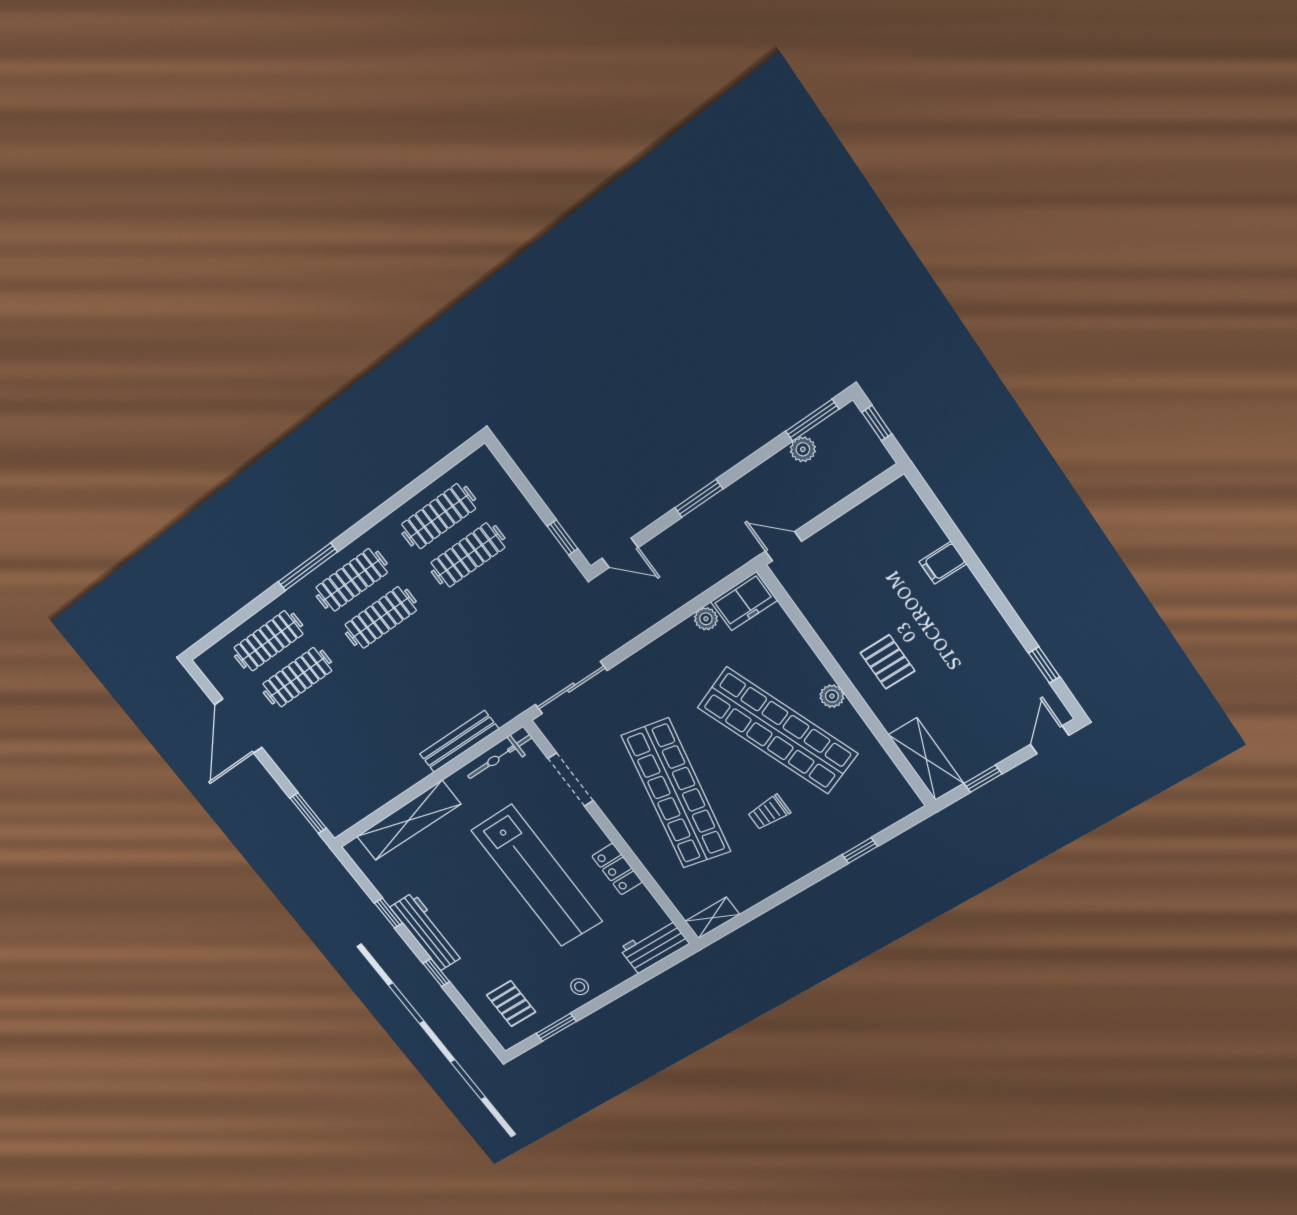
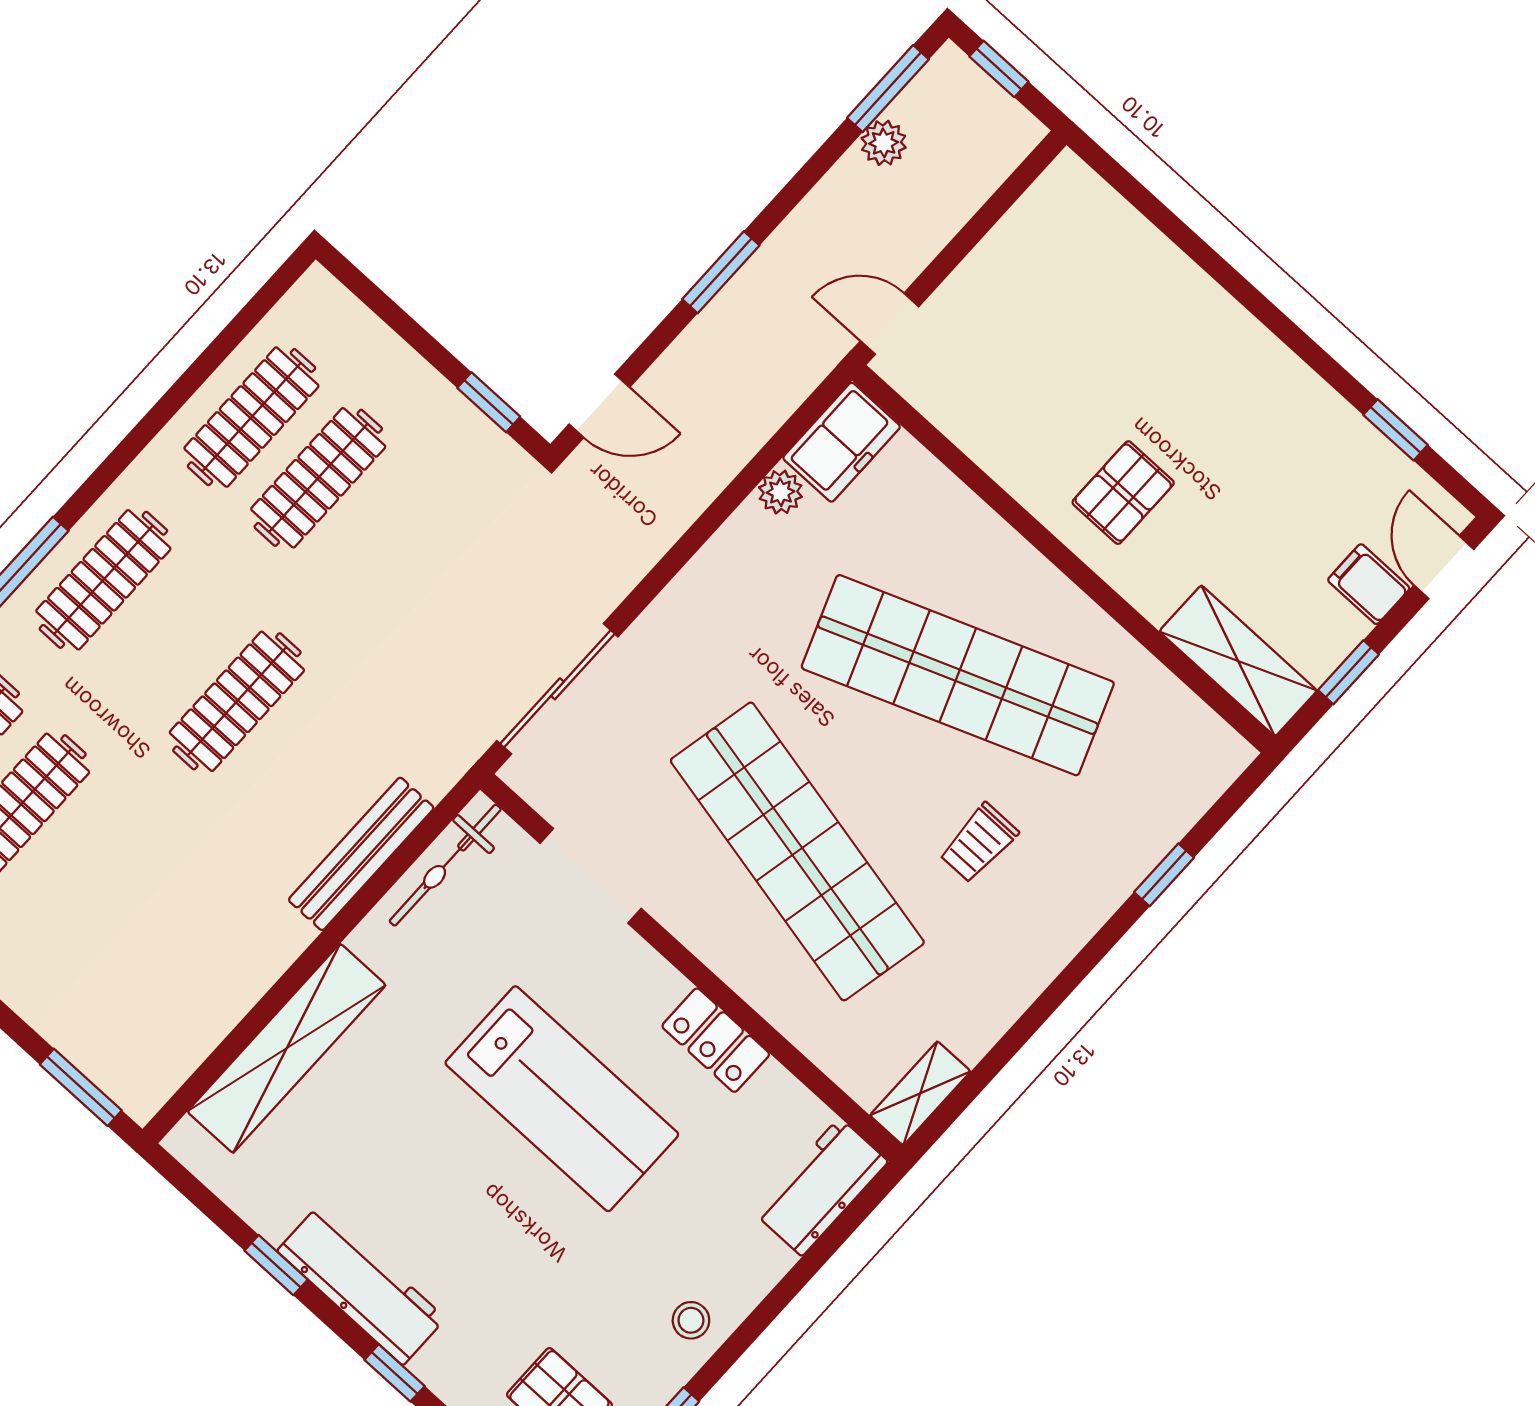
filing cabinet: (943, 563) -> (1369, 584), moved, turned 90
clothes rail: (381, 618) -> (237, 701), moved
pallet: (888, 662) -> (1123, 493), turned 90
plant: (832, 696) -> (1040, 583), removed
lab bench: (537, 876) -> (562, 1099), width x0.73

